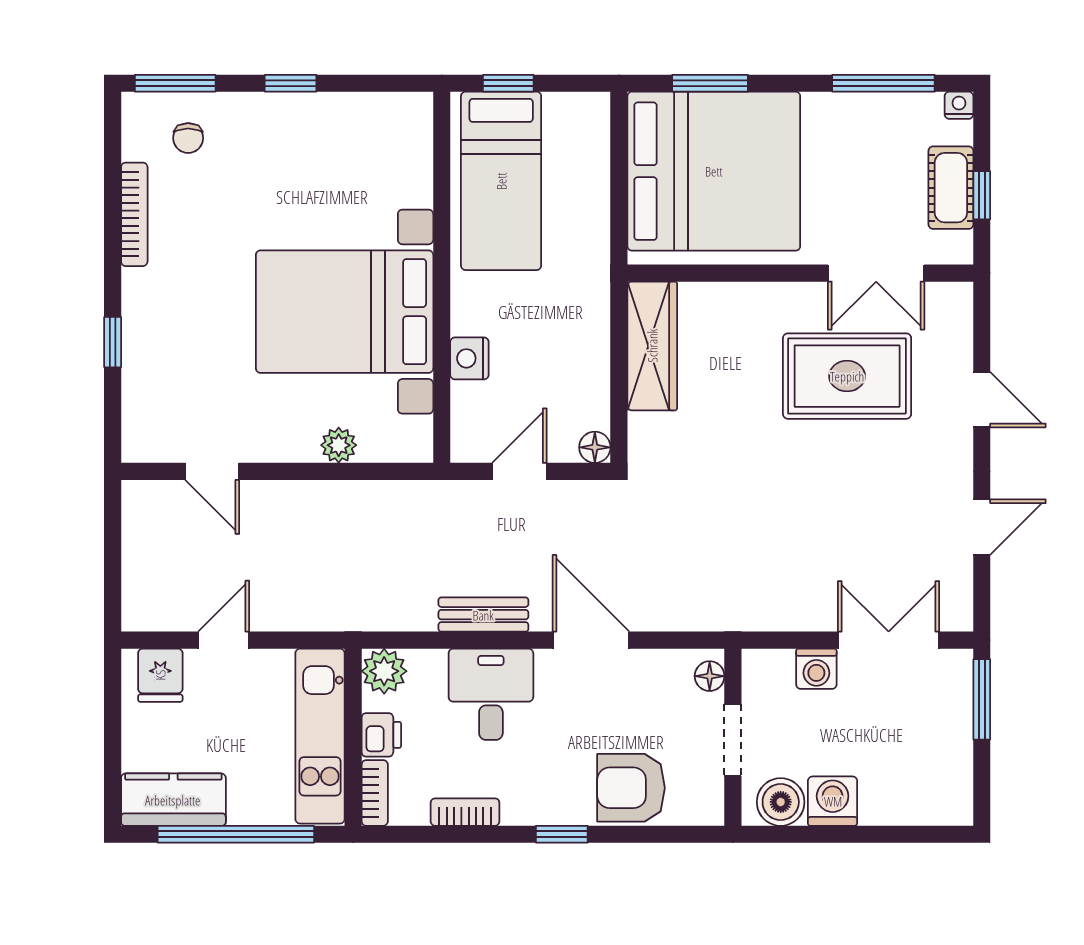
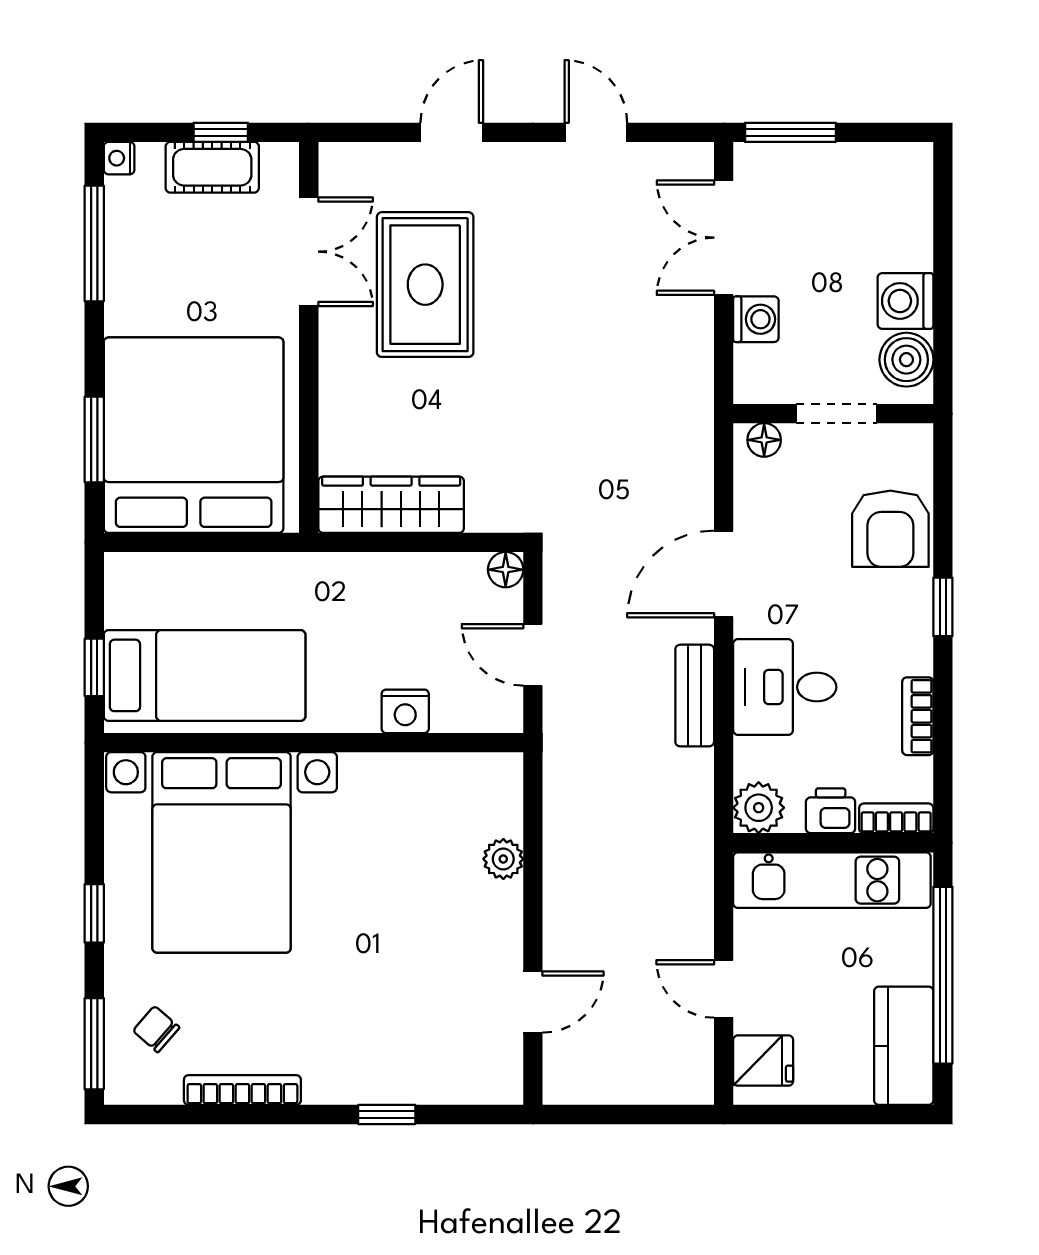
chair: (188, 138) -> (156, 1029), turned -139
bed with nightstands: (345, 312) -> (222, 852), moved

